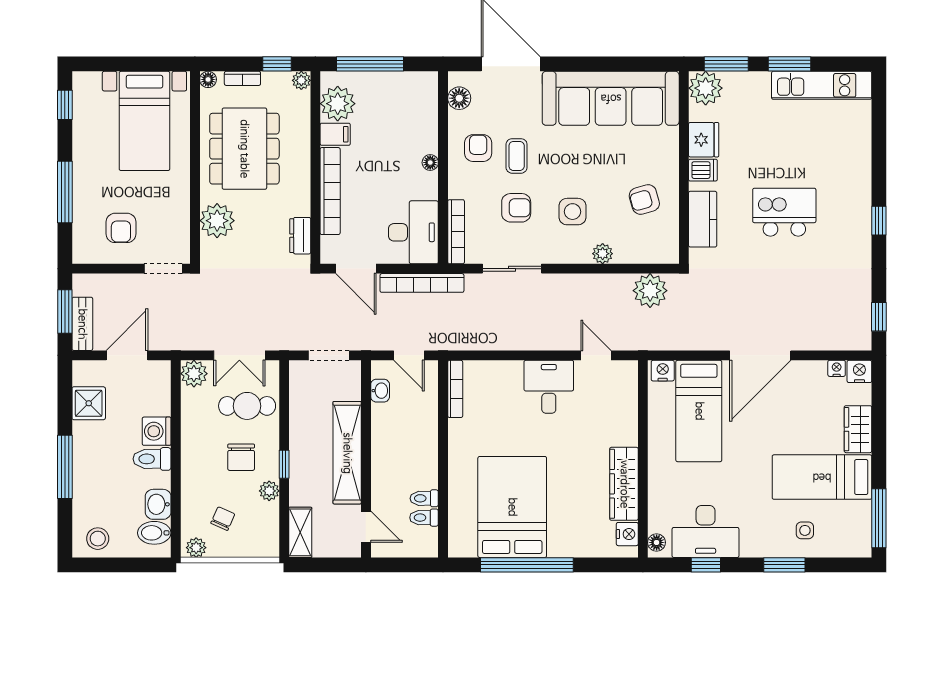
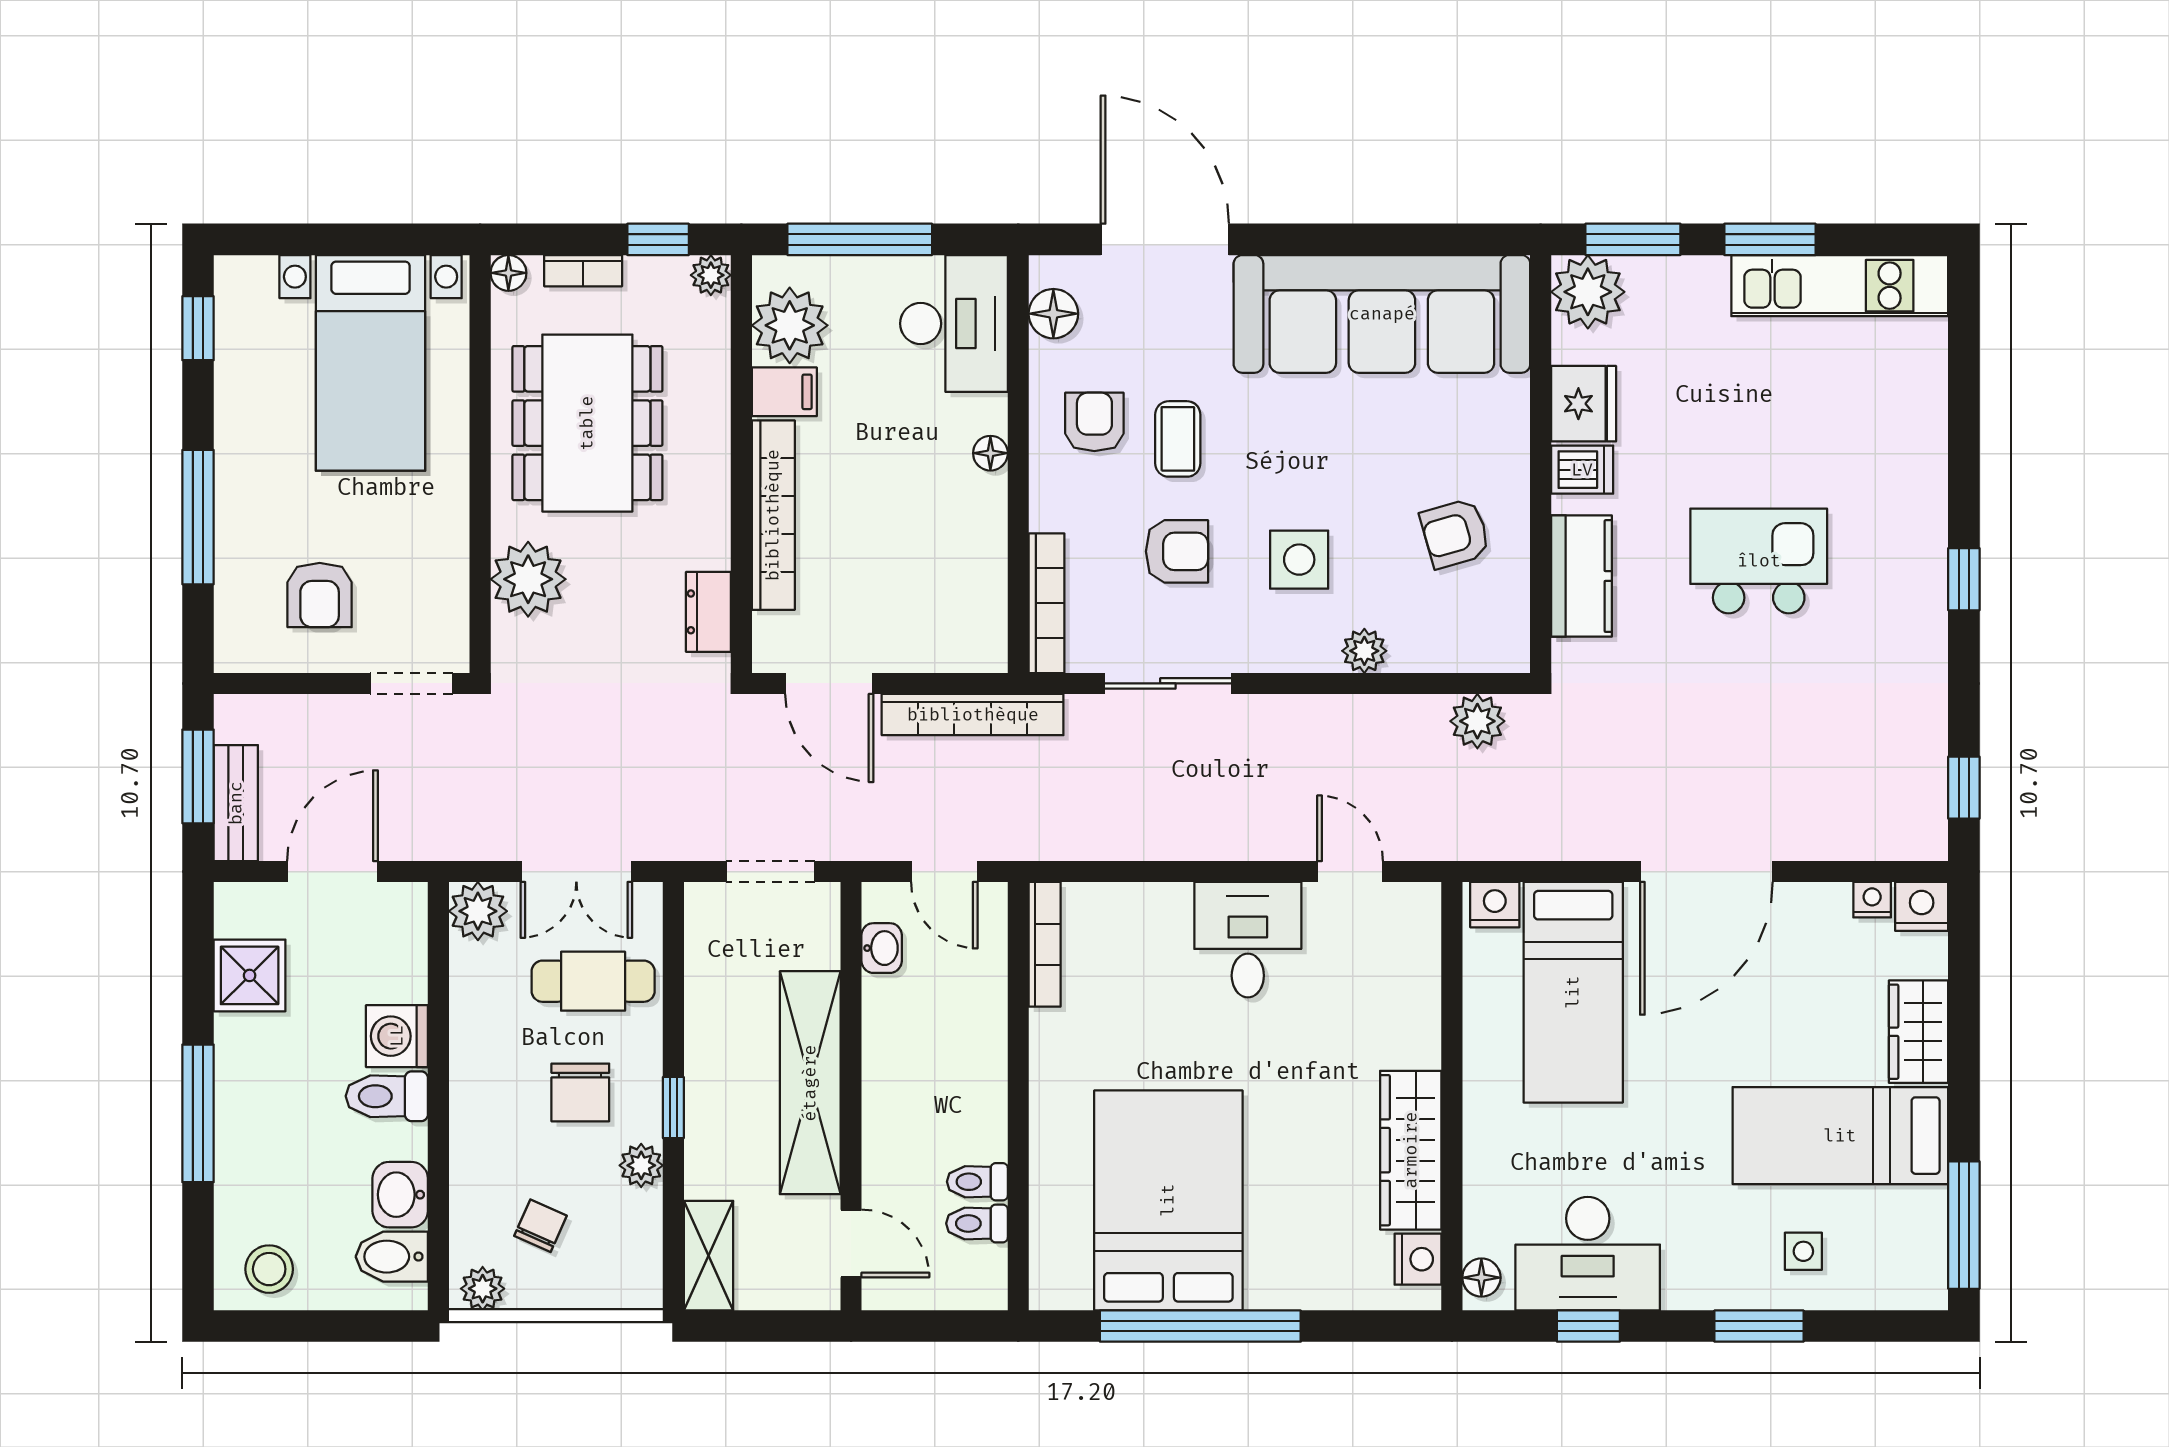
desk: (413, 232) -> (954, 324), moved
plant: (650, 291) -> (1477, 721), width x0.73, depth x0.73

